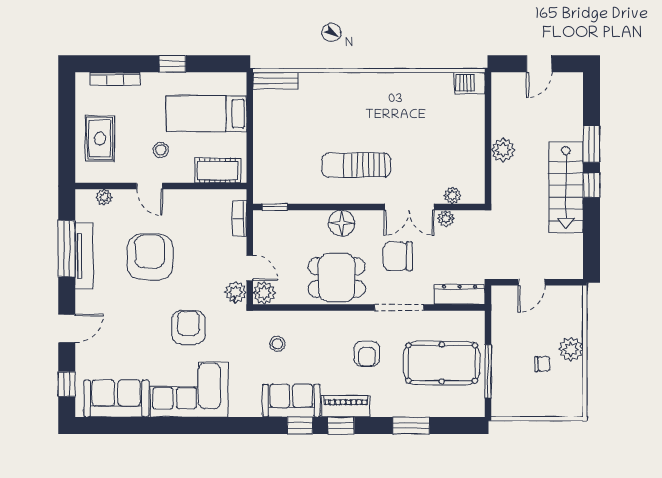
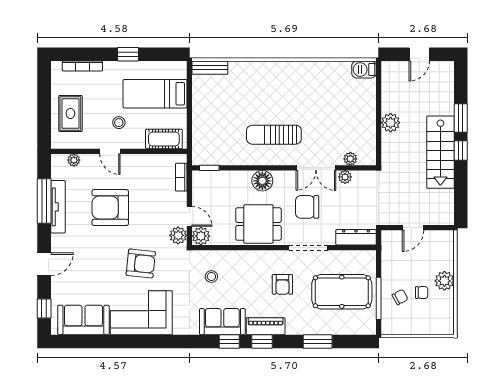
armchair: (150, 257) -> (110, 208), turned -90
armchair: (188, 327) -> (141, 263), turned 96
chair: (515, 370) -> (400, 297), added

